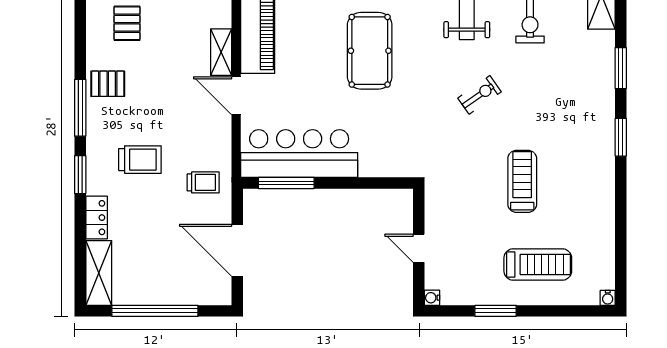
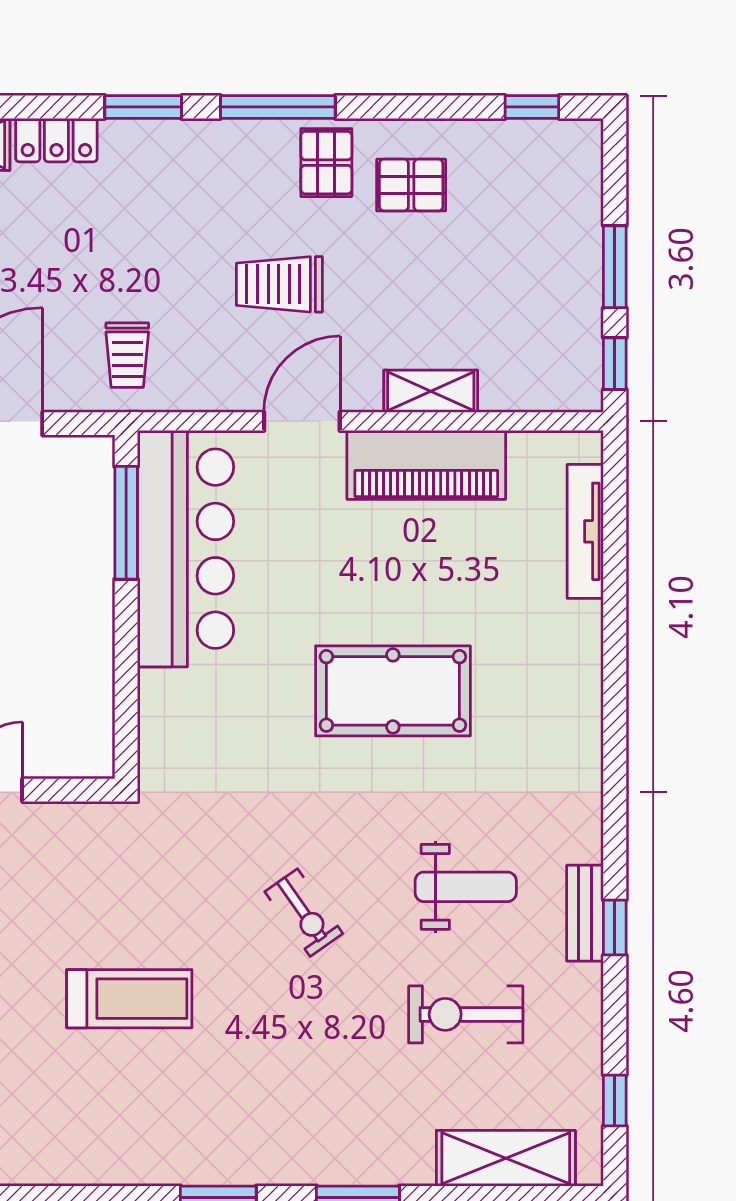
pallet: (127, 23) -> (411, 185), moved
shelving: (221, 52) -> (431, 391), moved
trolley: (140, 160) -> (279, 284), moved, turned 90

